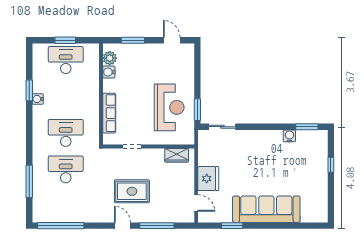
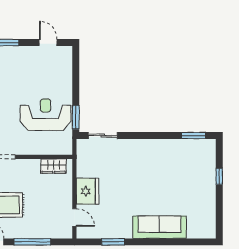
reception desk: (169, 107) -> (45, 115), turned -90
water cooler: (289, 136) -> (175, 145), removed
sofa: (266, 209) -> (159, 227), width x0.74, depth x0.79

